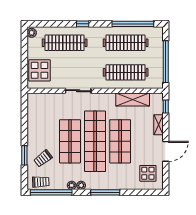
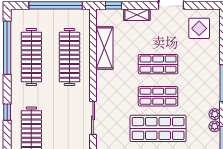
shop shelf: (95, 141) -> (158, 96), width x0.50, depth x0.74
shop shelf: (120, 141) -> (158, 64), width x0.70, depth x0.74

